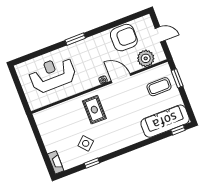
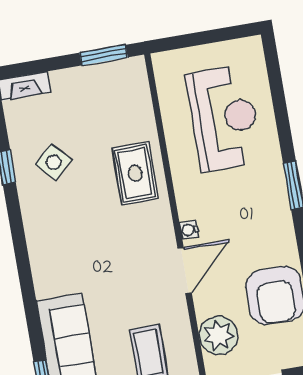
rug: (94, 110) -> (135, 173), moved, turned 90
window: (36, 131) -> (104, 55), added

